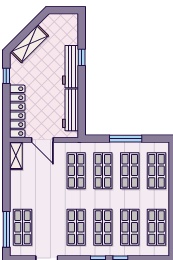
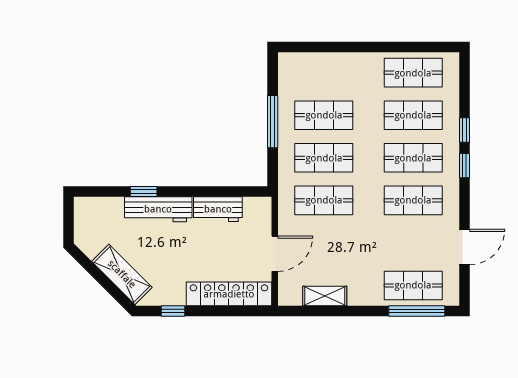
workbench: (71, 110) -> (218, 209), width x0.73
shelving: (16, 156) -> (325, 296), moved
shop shelf: (157, 171) -> (324, 73), removed

